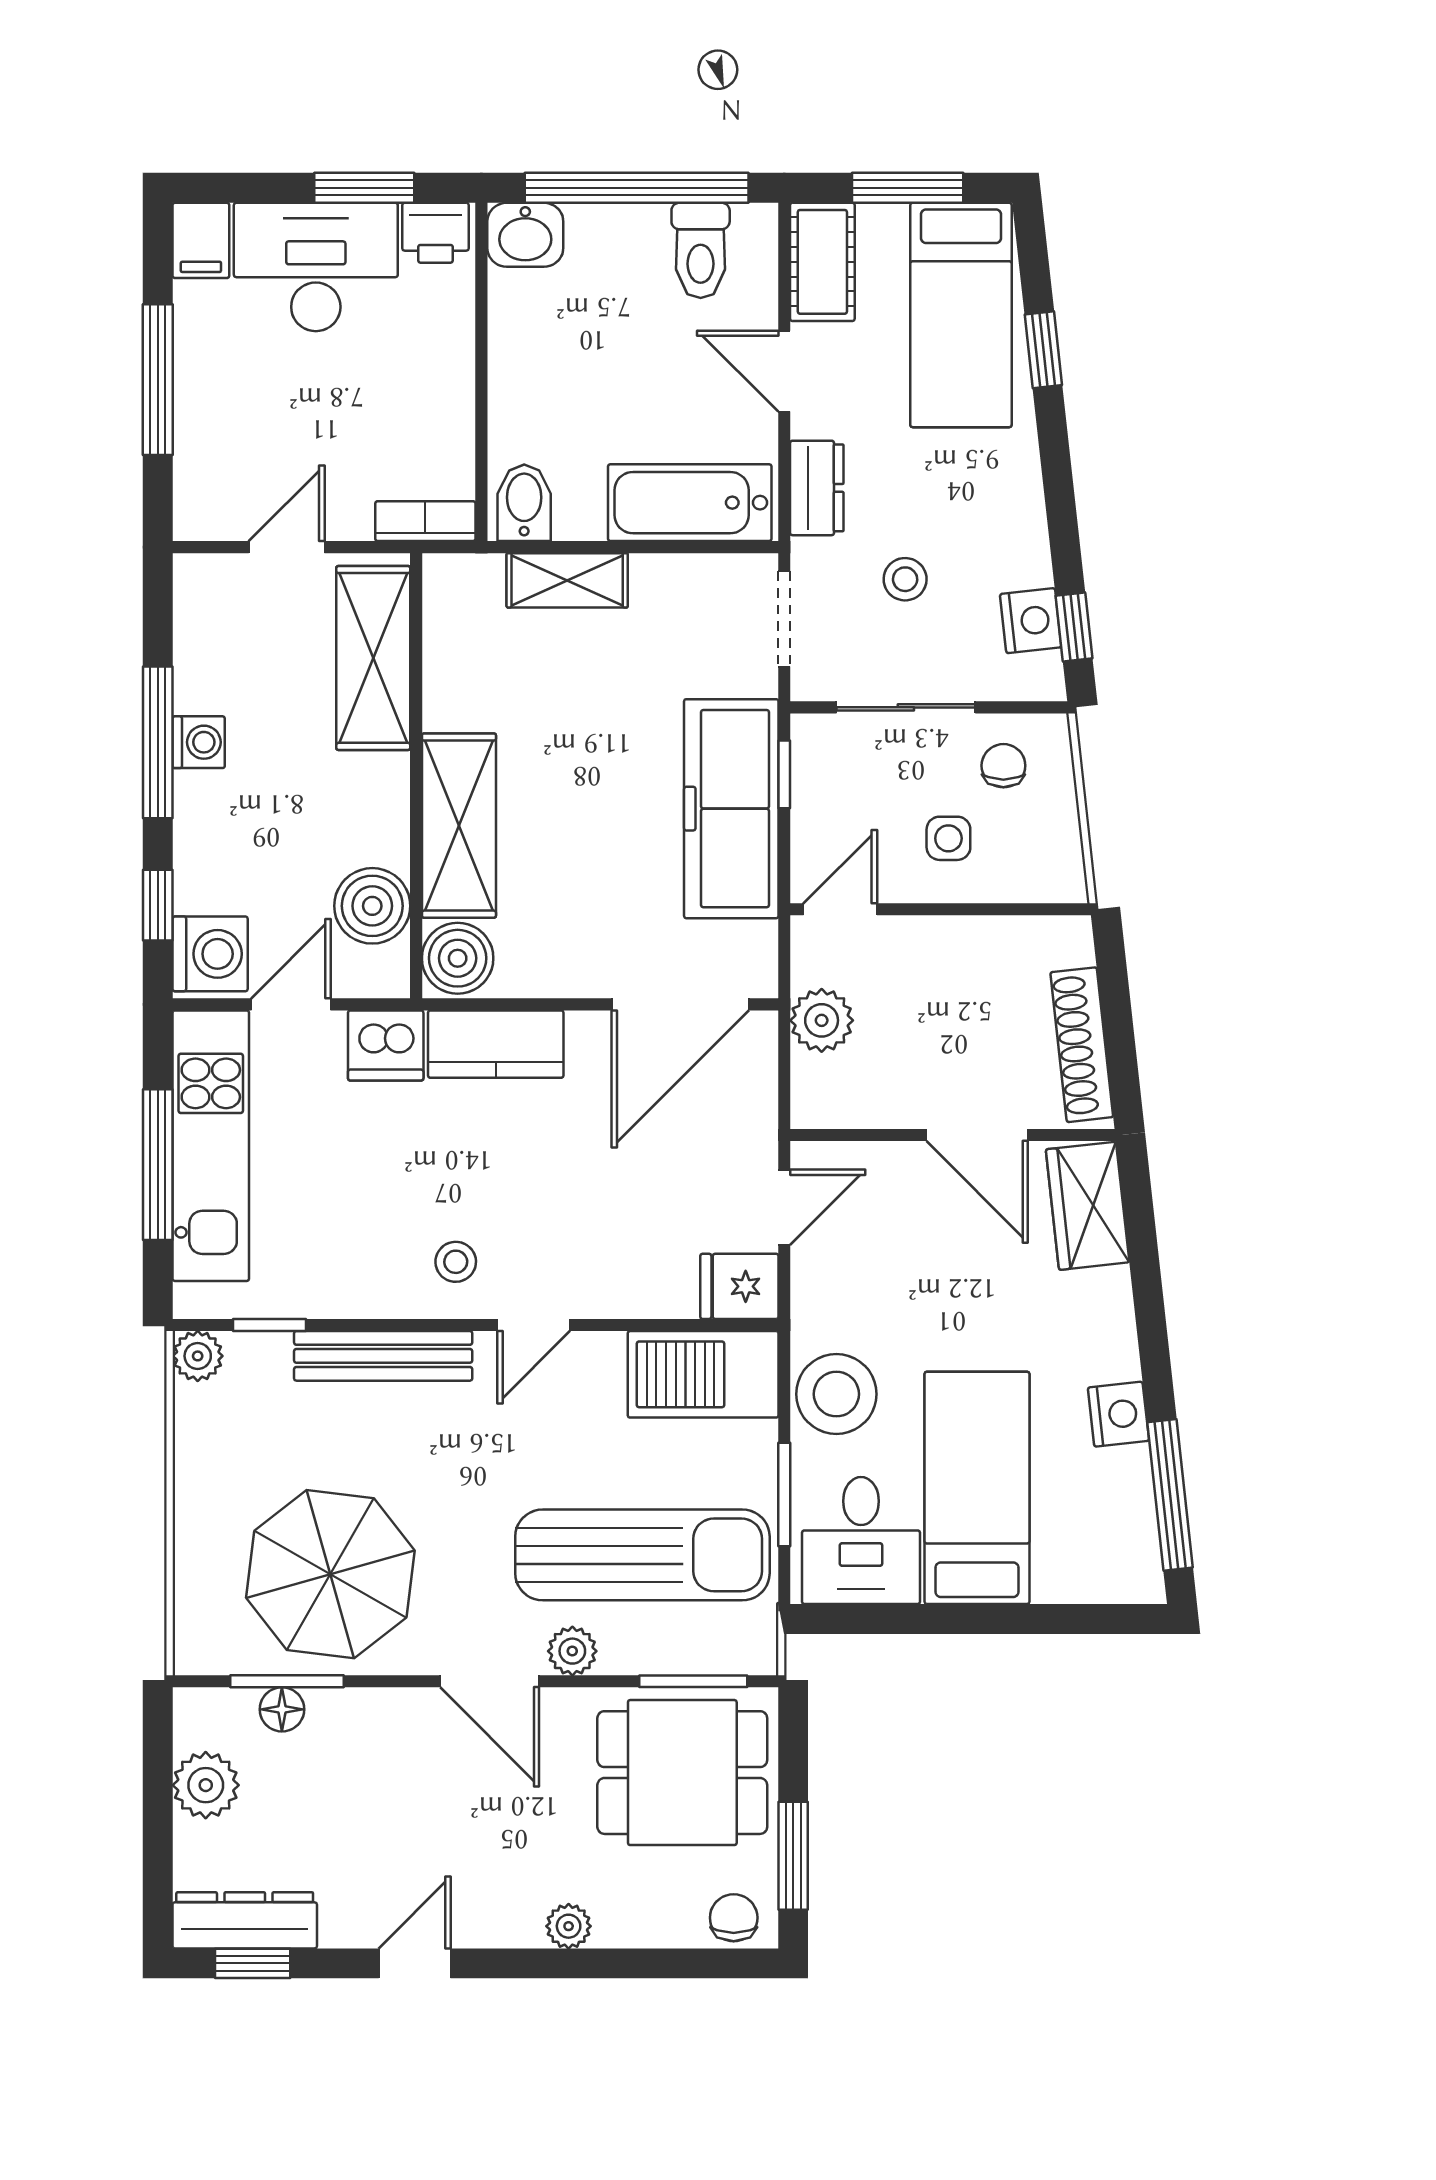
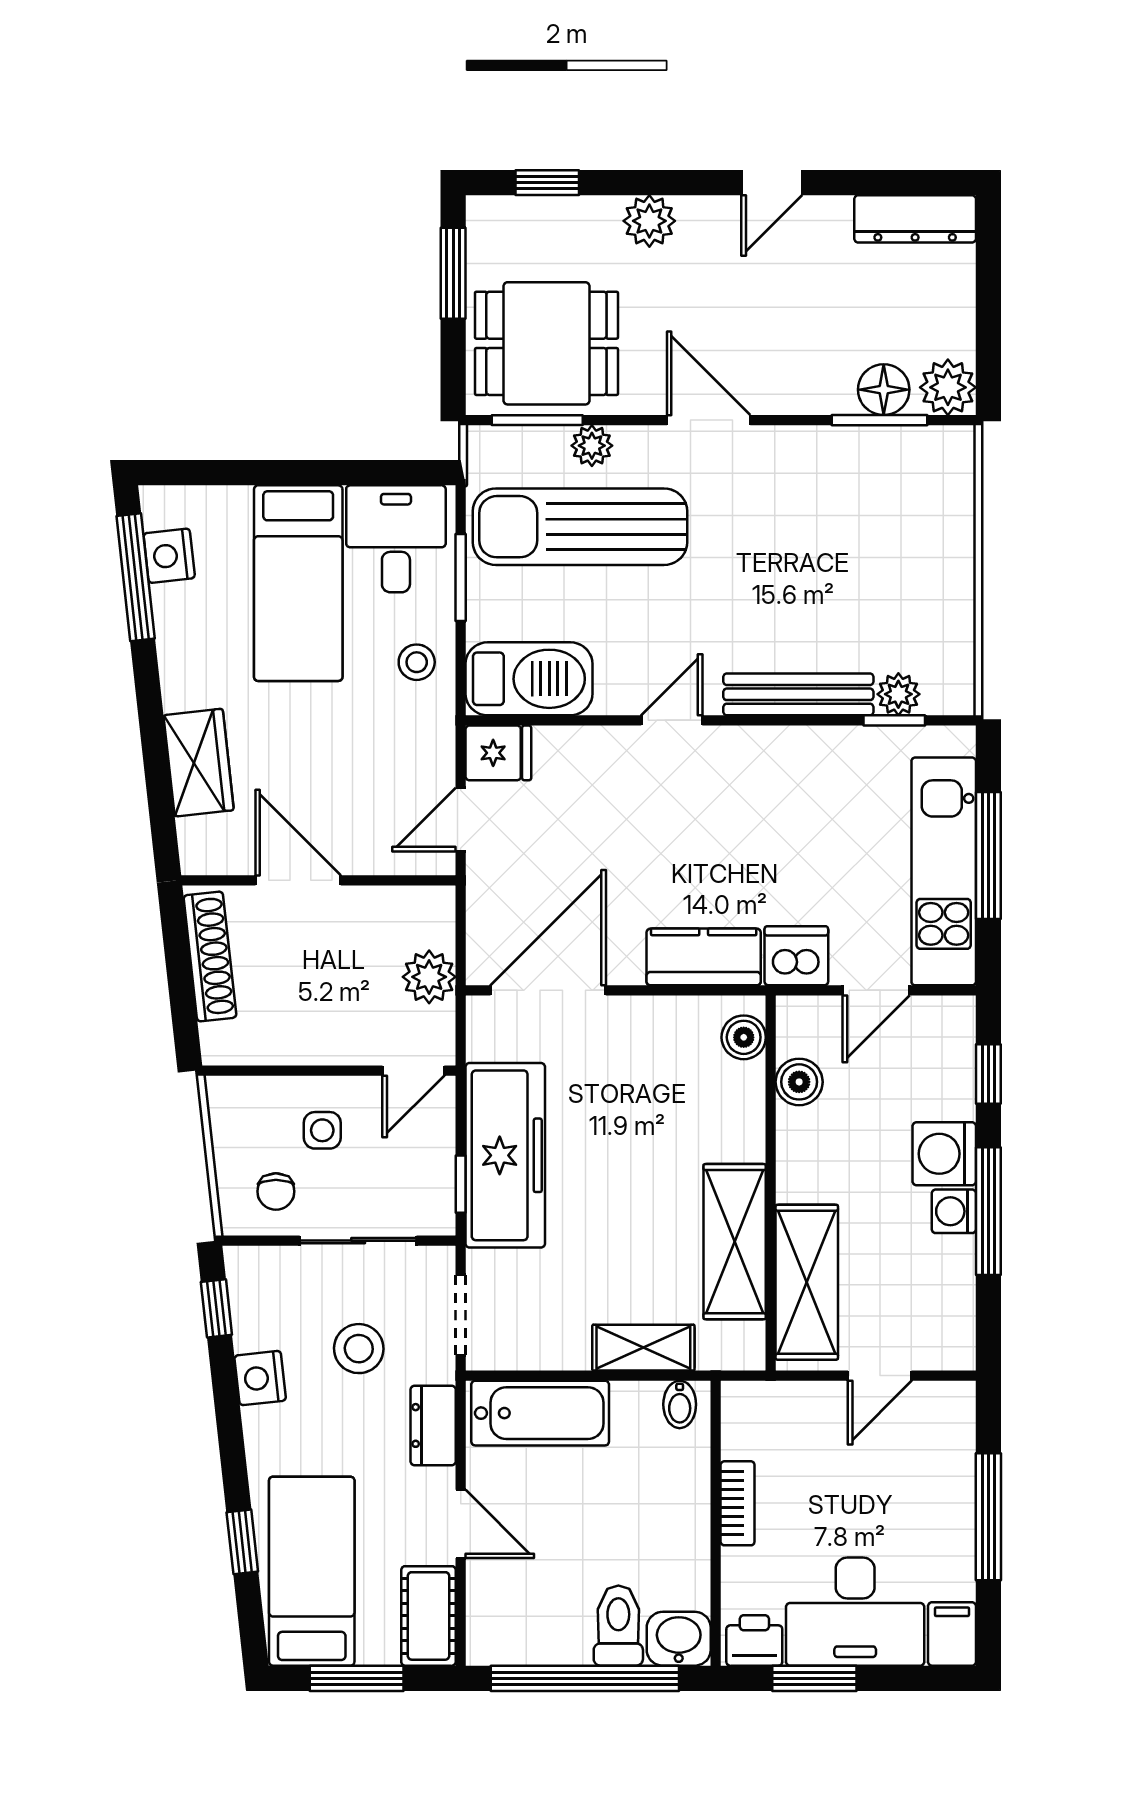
toilet: (701, 250) -> (618, 1626), moved
bidet: (524, 503) -> (680, 1404), width x0.72, depth x0.74
bookcase: (425, 521) -> (738, 1503), moved, turned -90
stool: (905, 579) -> (359, 1349), width x1.37, depth x1.37
nightstand: (1031, 621) -> (260, 1378), moved
shelving: (459, 826) -> (735, 1242), moved
boiler: (372, 906) -> (799, 1082), width x0.73, depth x0.73
washing machine: (210, 954) -> (944, 1154), moved
boiler: (458, 958) -> (744, 1037), width x0.73, depth x0.73
wardrobe: (1088, 1206) -> (199, 763), moved
stool: (456, 1262) -> (737, 774), removed
plant: (198, 1356) -> (898, 694), moved
stool: (836, 1394) -> (417, 662), width x0.53, depth x0.53
nightstand: (1118, 1414) -> (169, 556), moved
parasol: (330, 1574) -> (843, 510), removed
plant: (572, 1651) -> (592, 446), moved
floor lamp: (282, 1709) -> (884, 390), width x1.37, depth x1.37
plant: (206, 1785) -> (948, 387), moved
chair: (734, 1918) -> (503, 221), removed
plant: (569, 1926) -> (649, 221), width x1.38, depth x1.38
window: (253, 1963) -> (547, 183), moved

